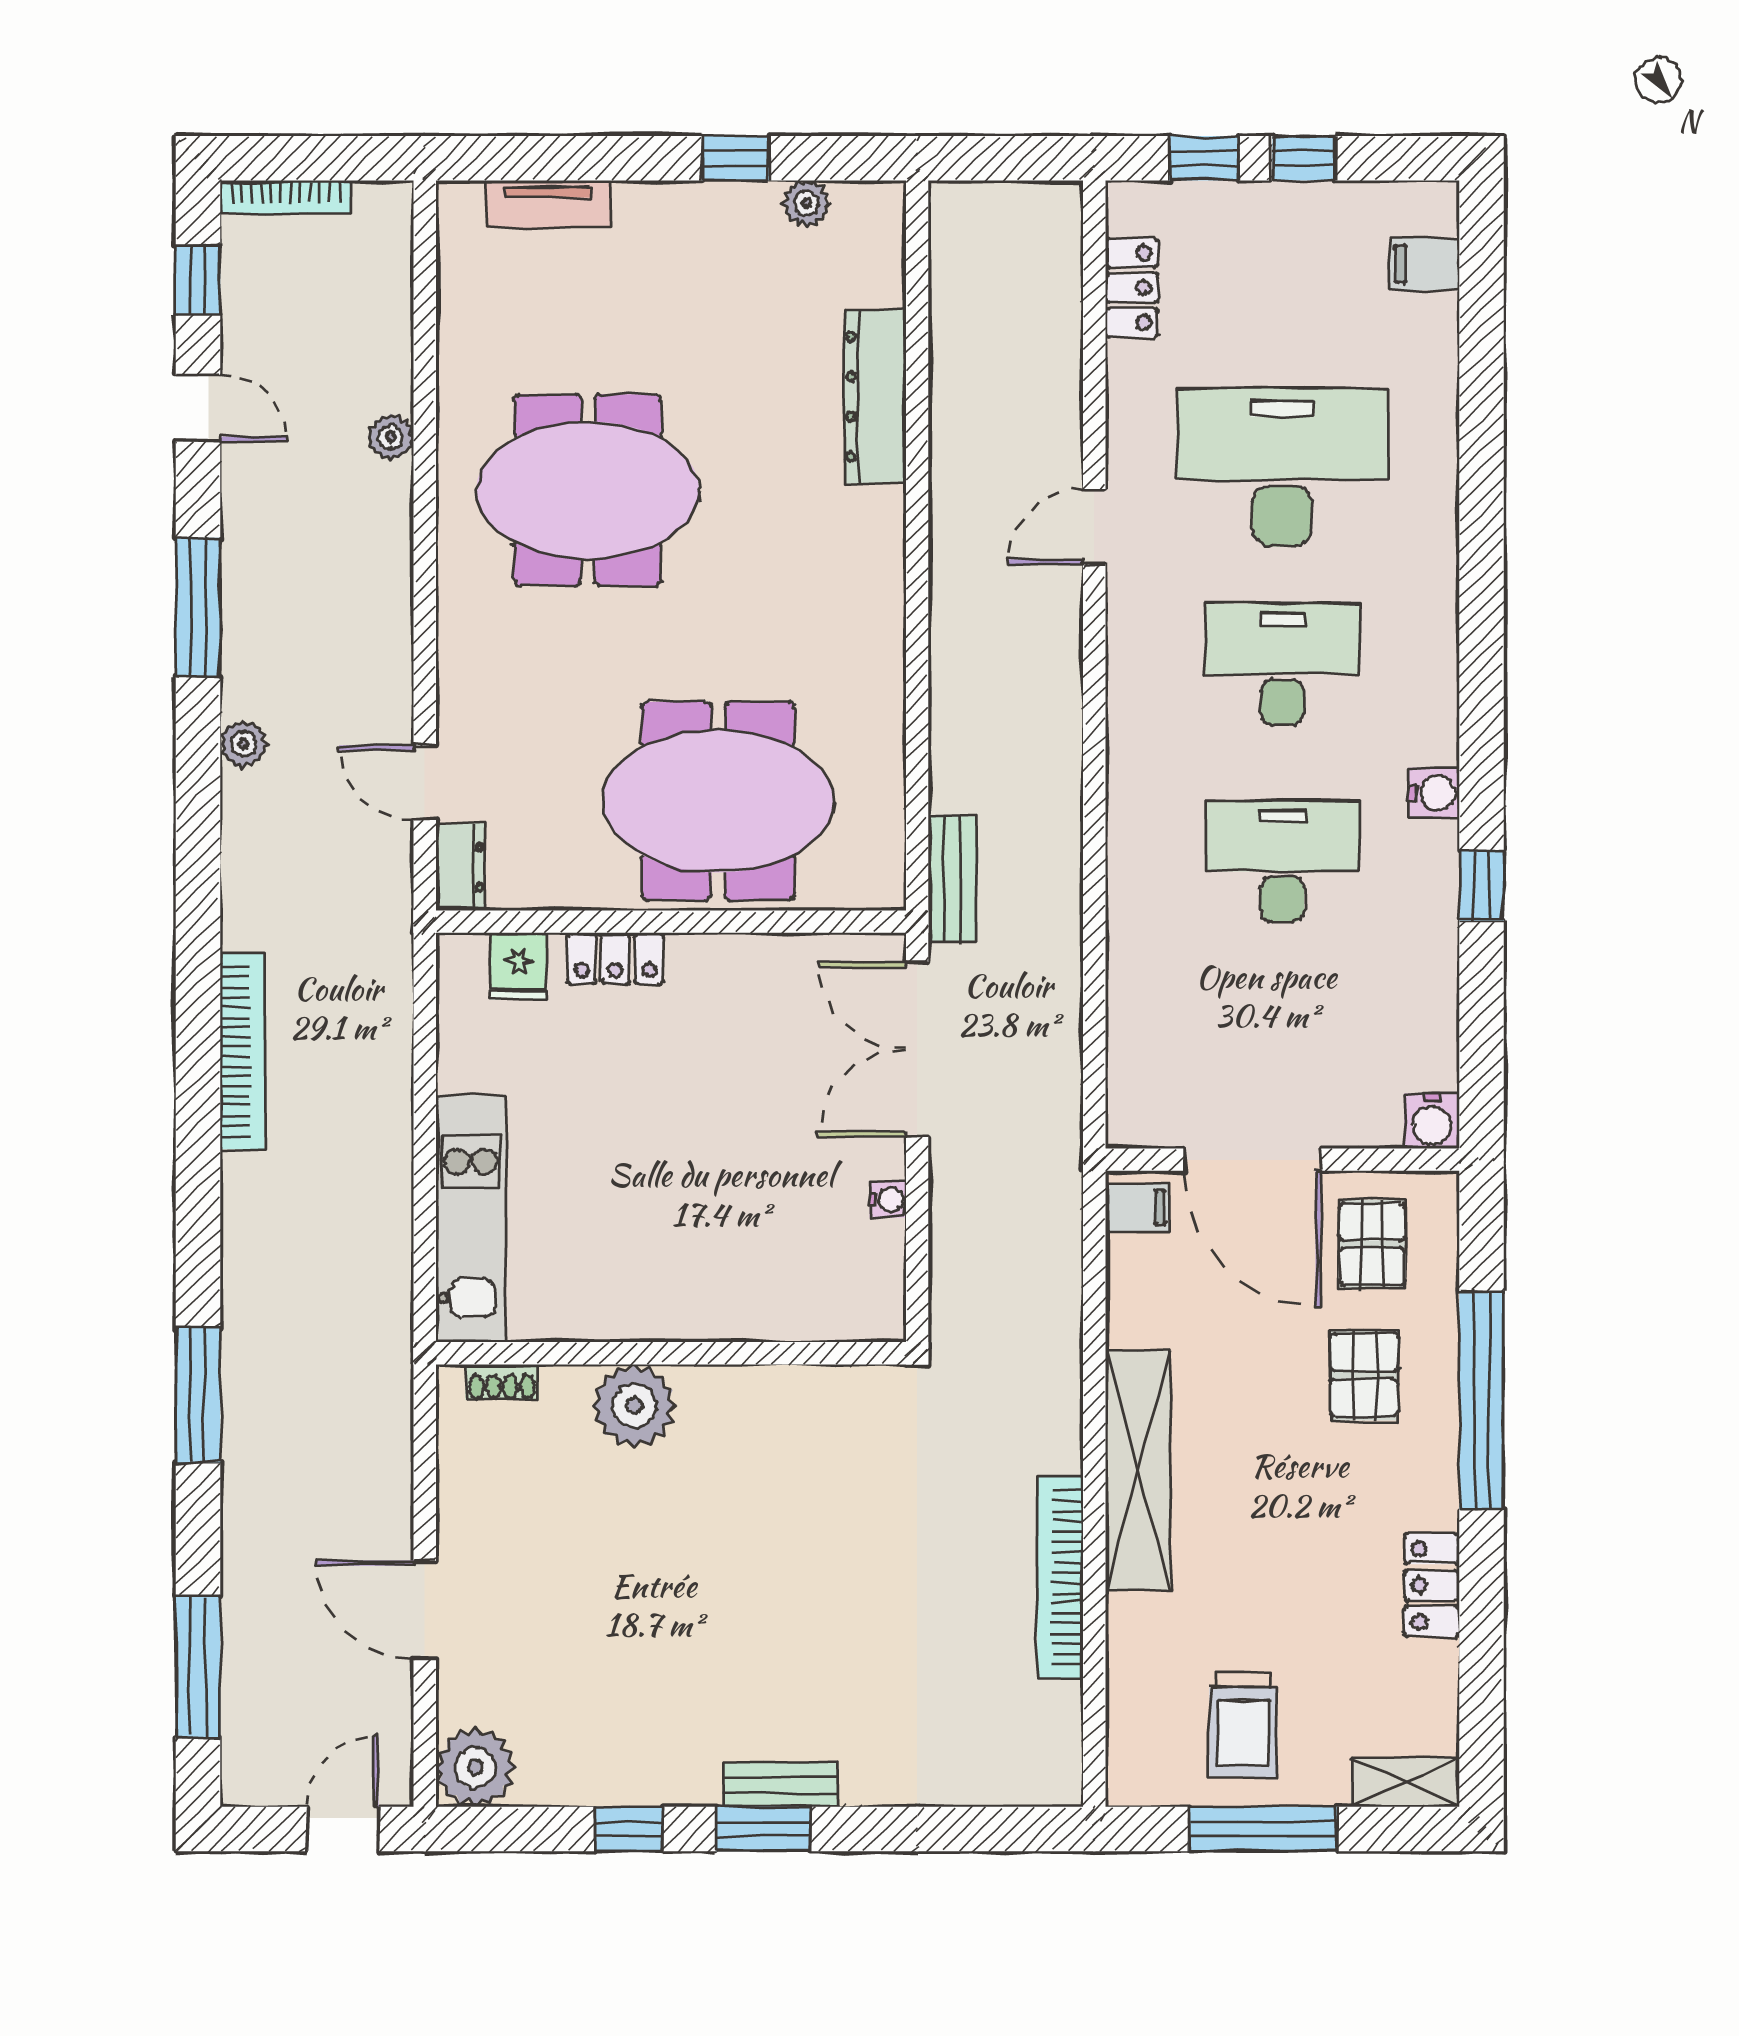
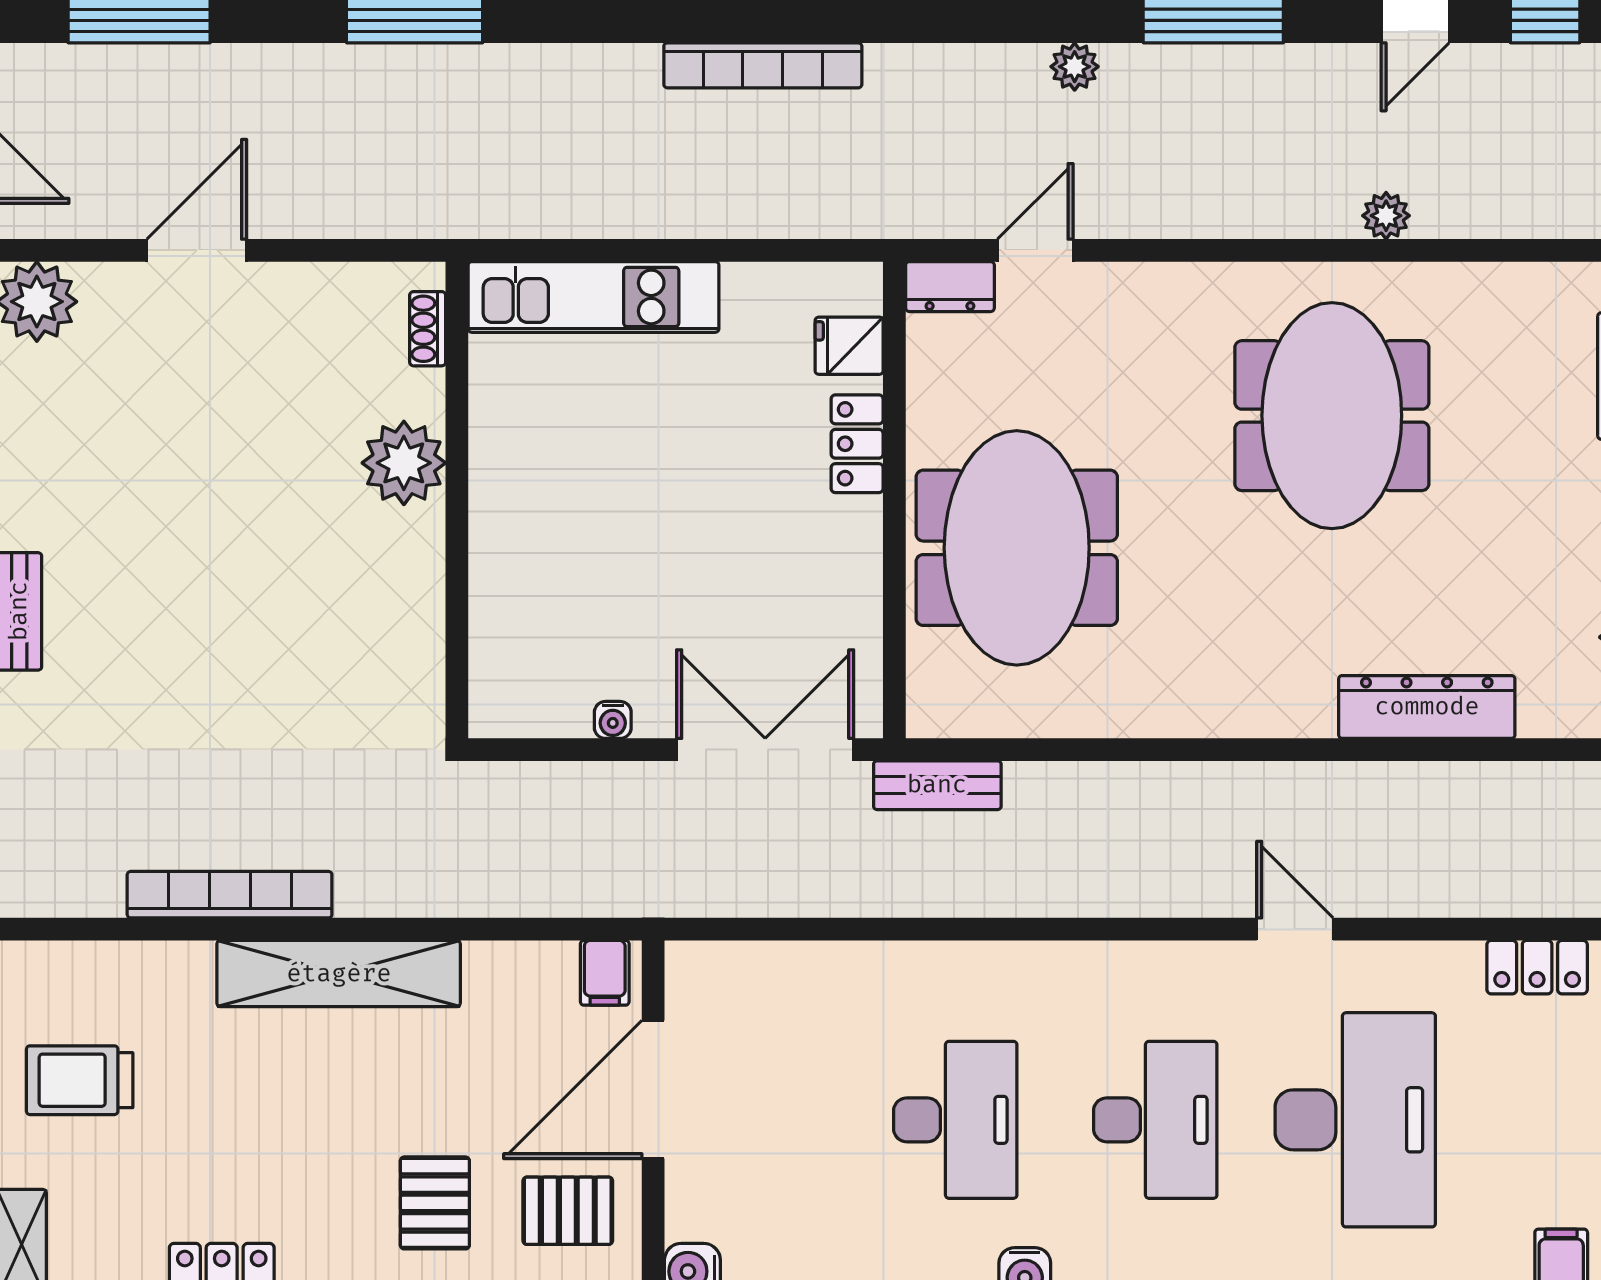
pallet: (1364, 1375) -> (435, 1203), turned 90

